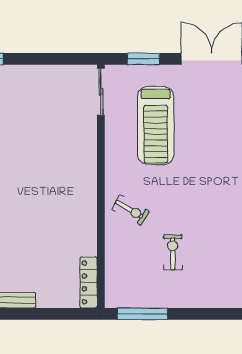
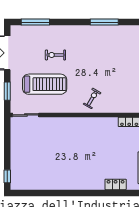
exercise bike: (173, 252) -> (55, 55), moved

